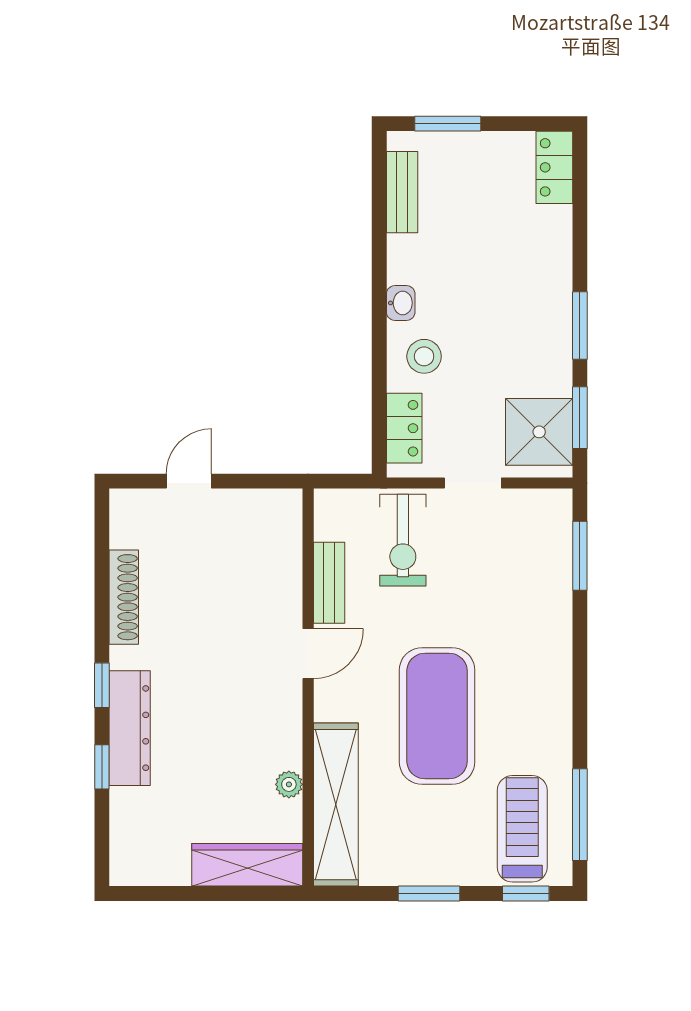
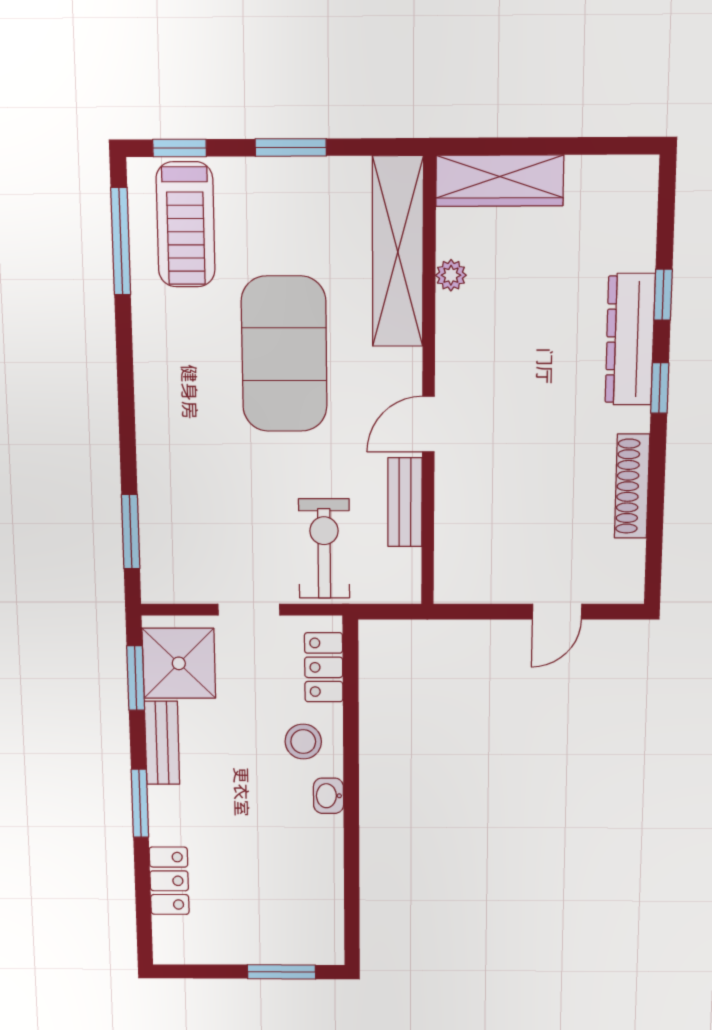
locker: (554, 167) -> (169, 881), moved
bench: (402, 192) -> (162, 743), moved
window: (580, 326) -> (140, 803), moved

